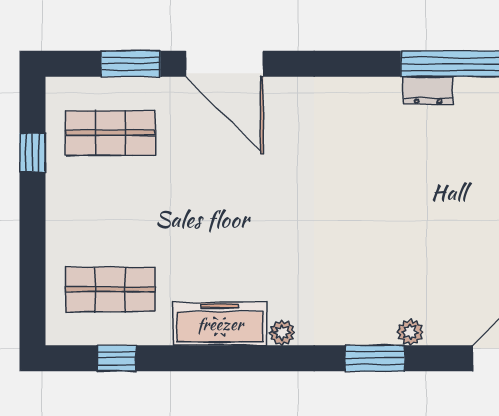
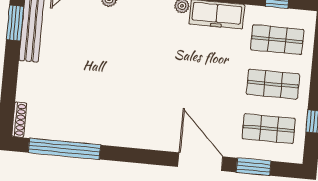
dresser: (428, 91) -> (86, 136), removed
shop shelf: (110, 211) -> (273, 84), added

